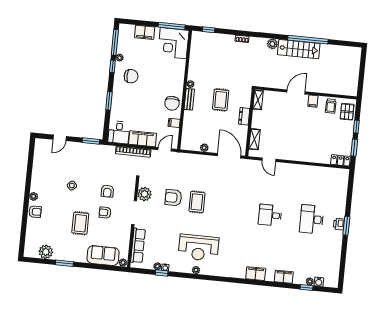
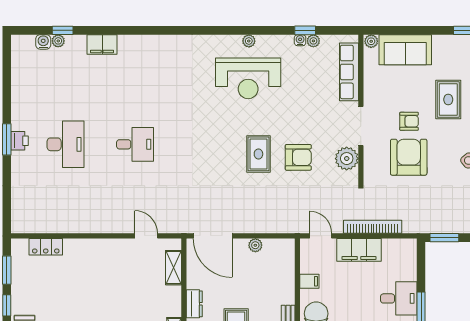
desk: (119, 132) -> (399, 298), moved, turned 90
door: (165, 149) -> (321, 236), swing flipped
locker: (340, 160) -> (46, 247), moved
armchair: (107, 191) -> (409, 157), width x1.88, depth x1.88
reception desk: (199, 248) -> (248, 78), turned 180
filing cabinet: (256, 274) -> (149, 45), removed

